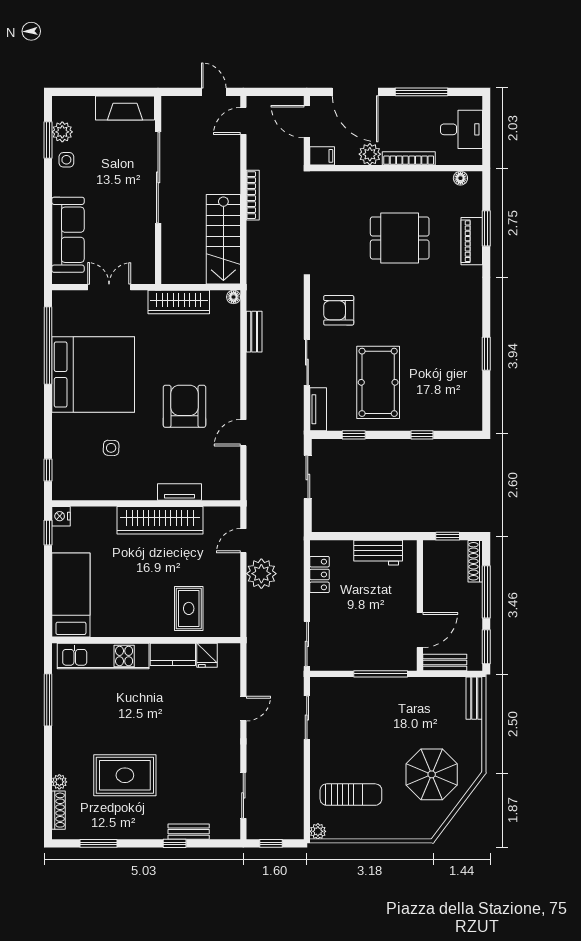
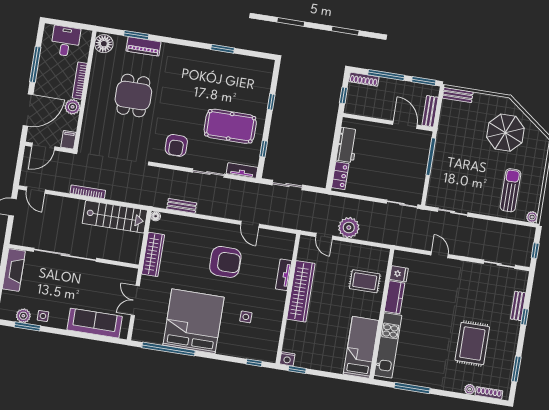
floor lamp: (460, 178) -> (104, 44), width x1.89, depth x1.89
armchair: (184, 406) -> (225, 262), turned 180
locker: (319, 574) -> (340, 176), moved, turned 90
bed: (71, 595) -> (361, 347), moved, turned 90

